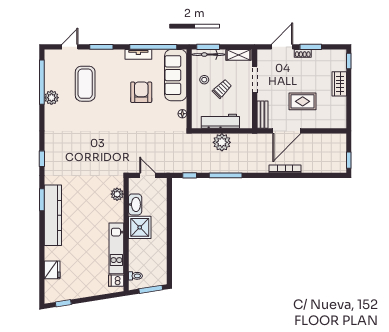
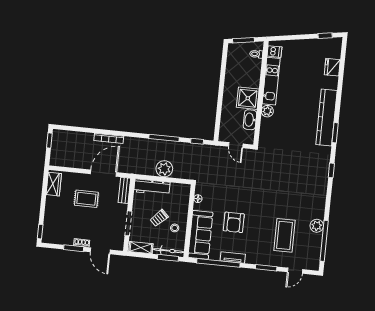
door: (282, 47) -> (100, 251), hinge flipped
wardrobe: (339, 84) -> (54, 184), moved
workbench: (220, 121) -> (152, 187), moved
plant: (117, 194) -> (267, 111), moved

